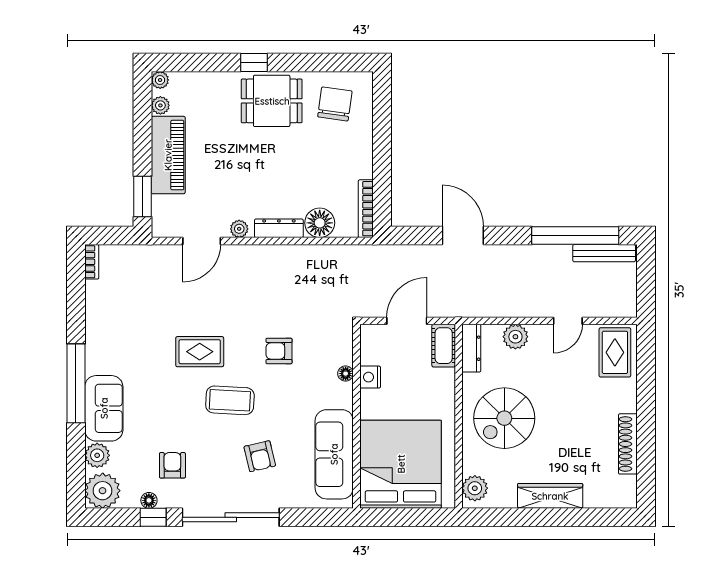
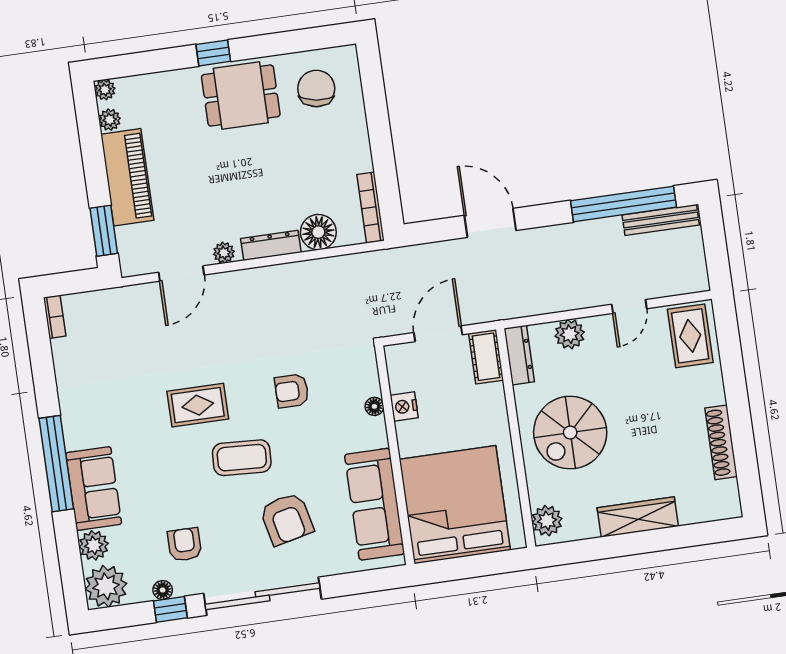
armchair: (260, 456) -> (287, 519), width x1.38, depth x1.38

